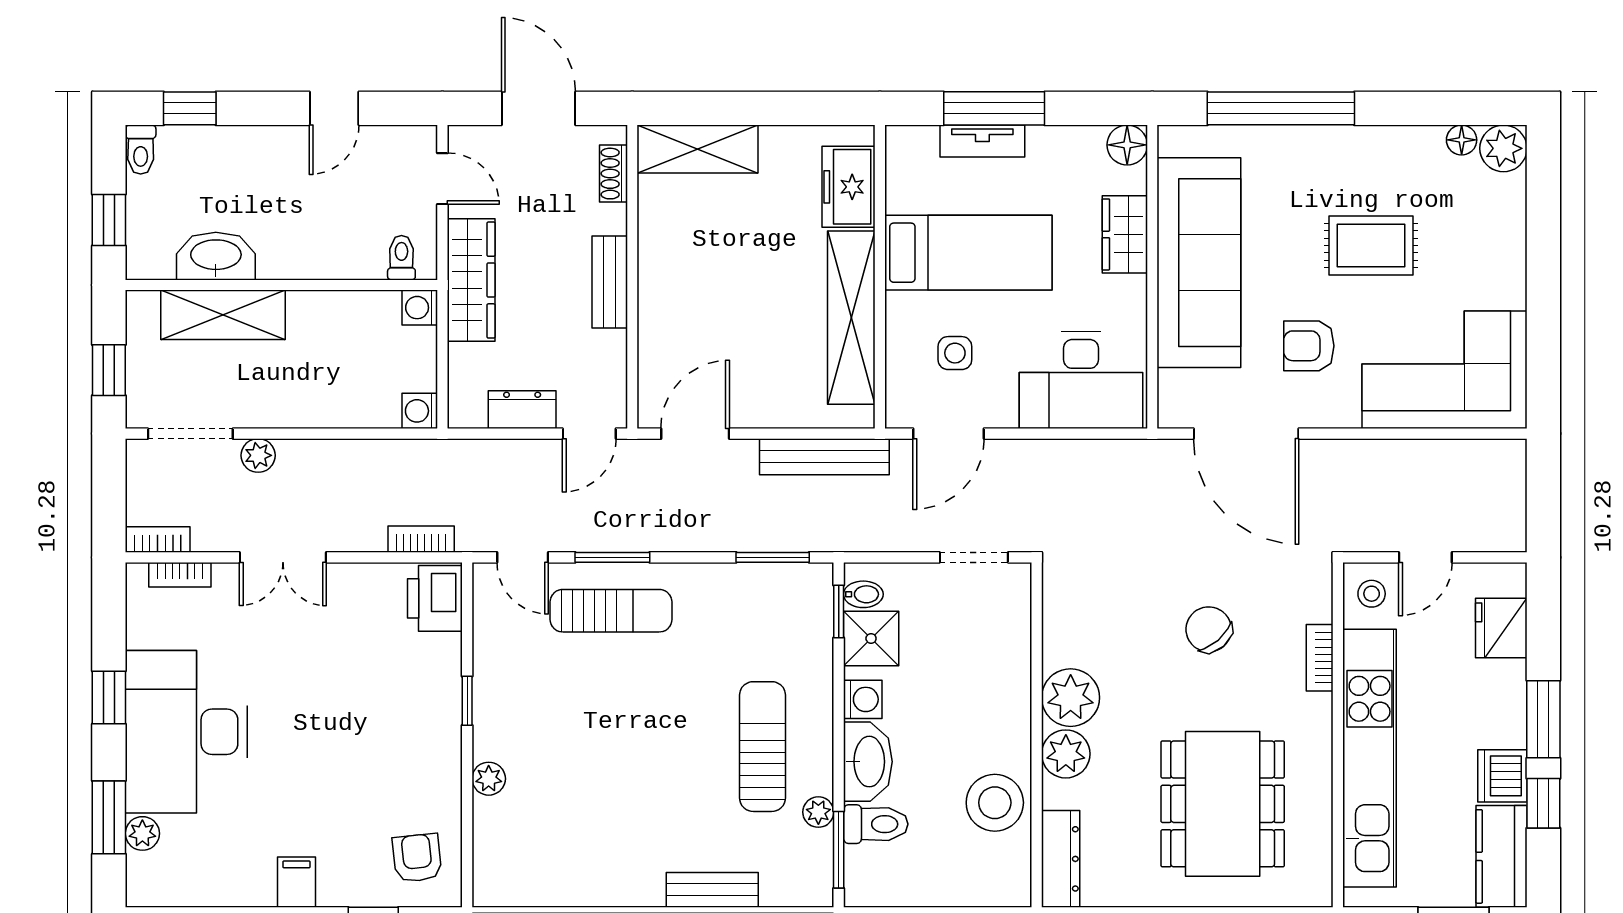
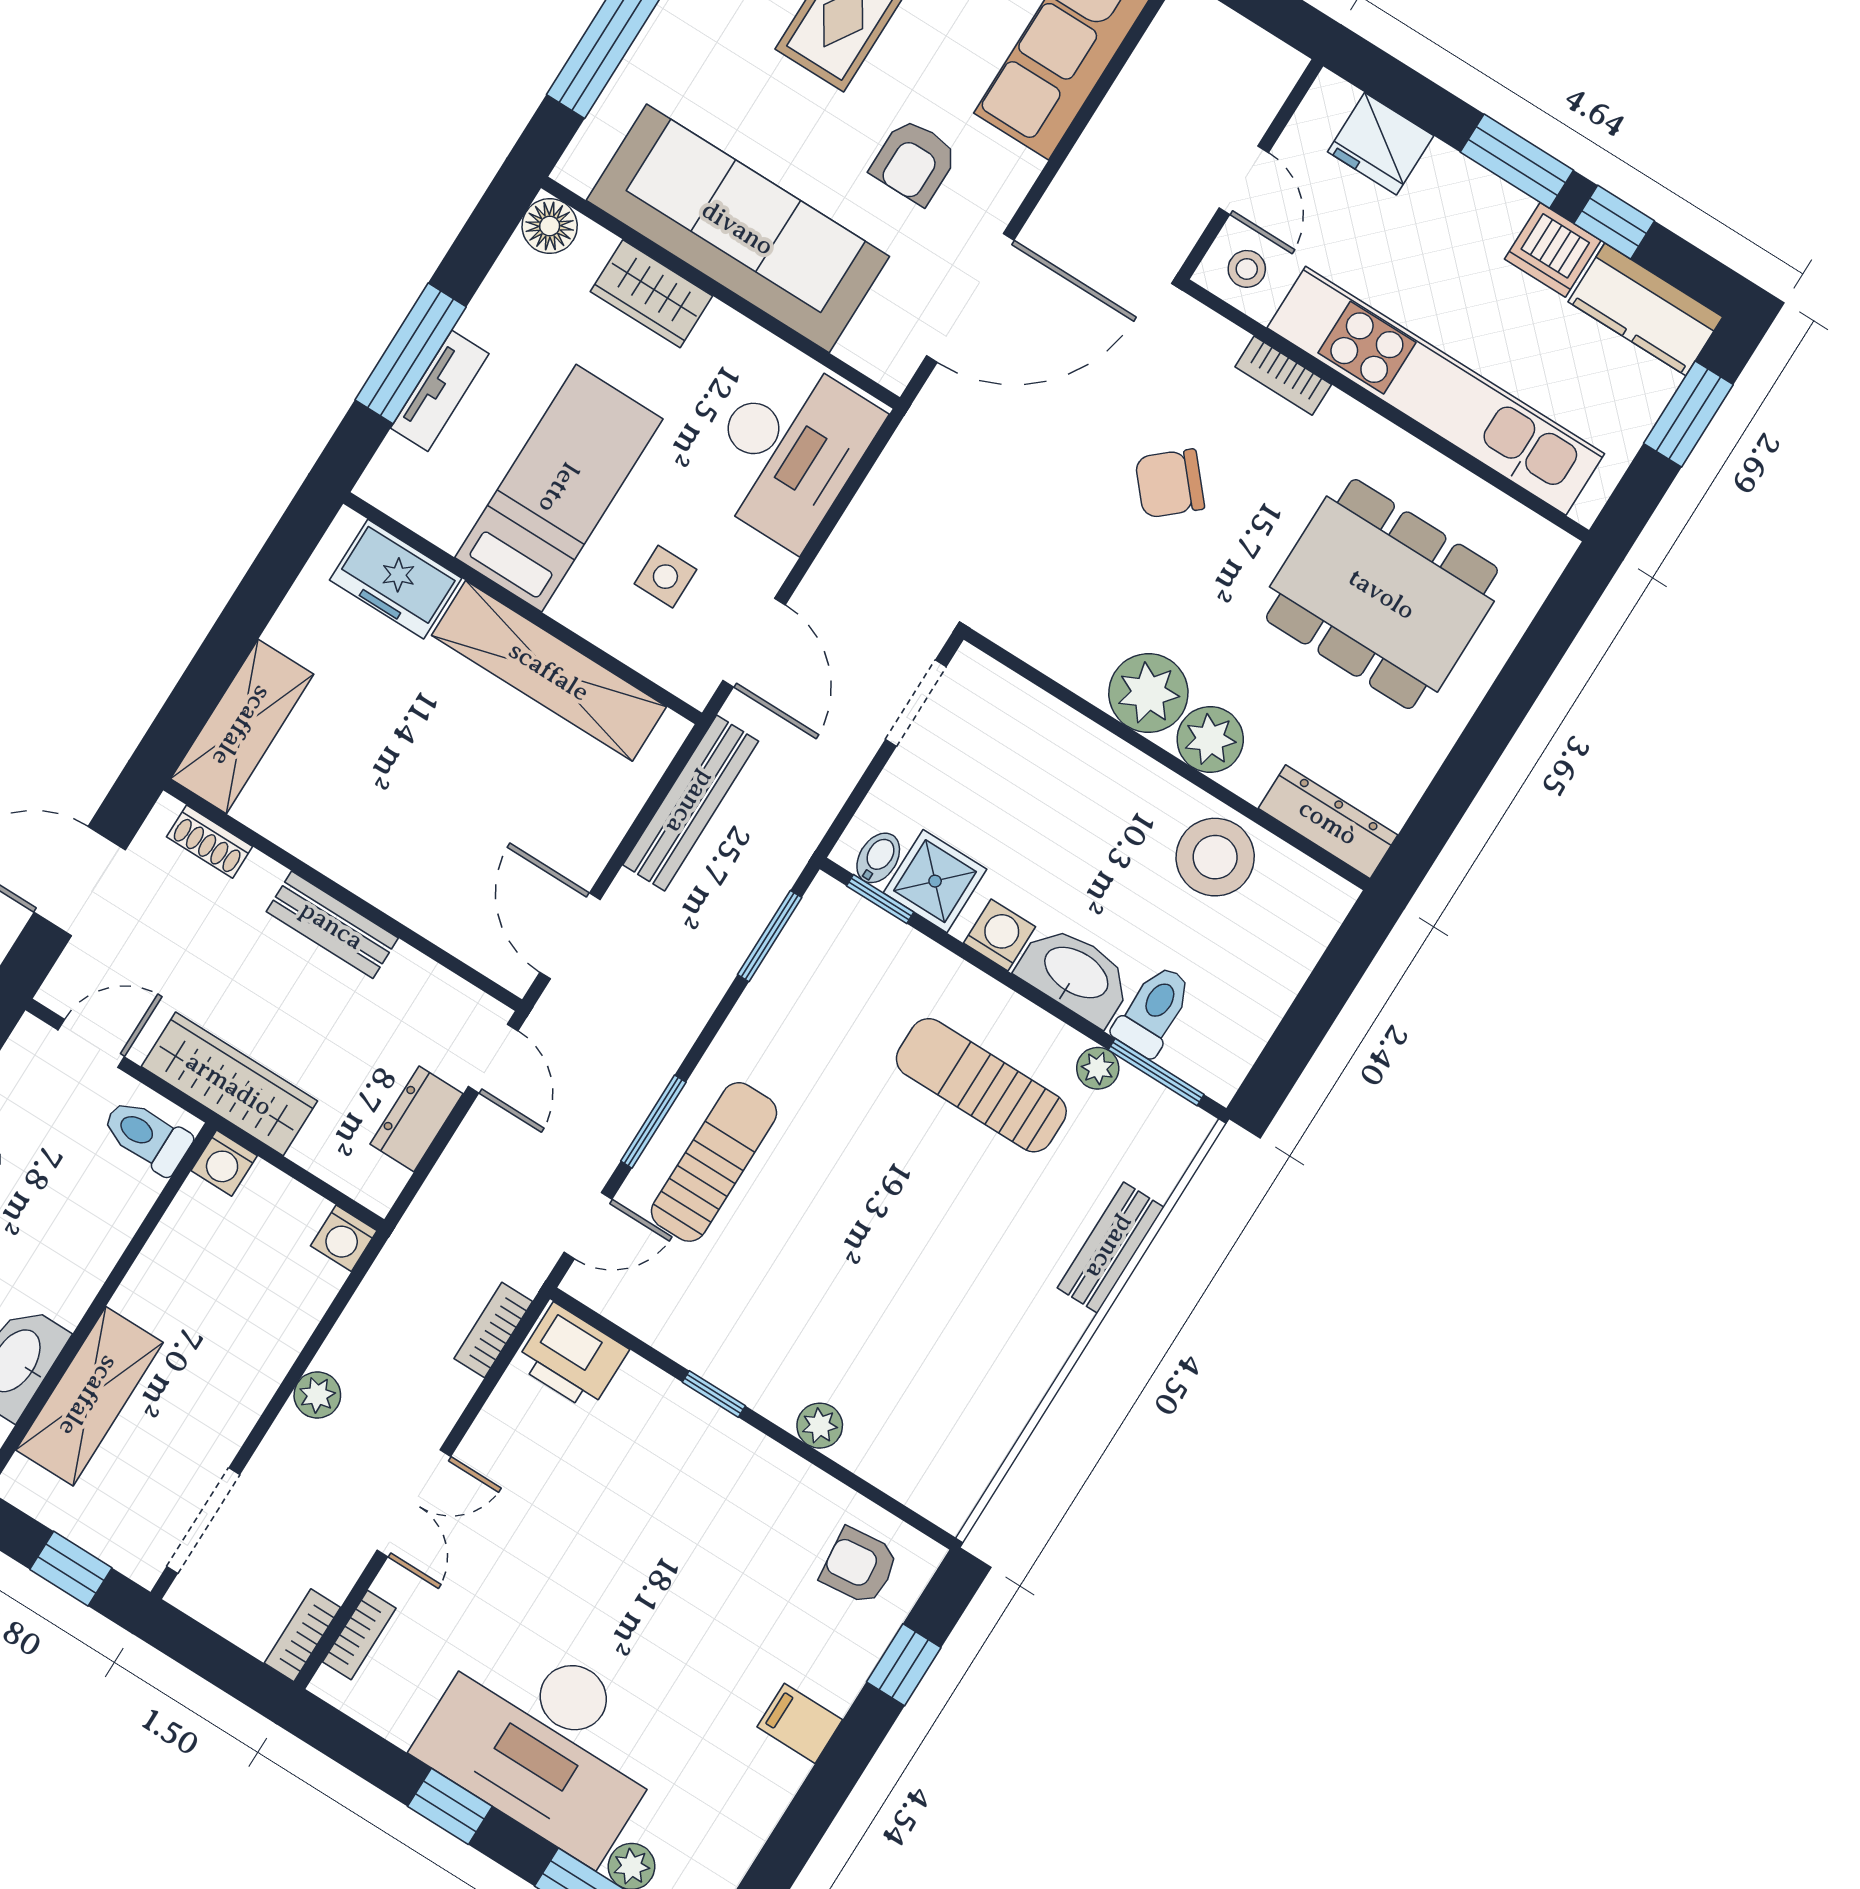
toilet: (401, 258) -> (147, 1136), width x1.37, depth x1.39
plant: (258, 455) -> (317, 1395), moved

